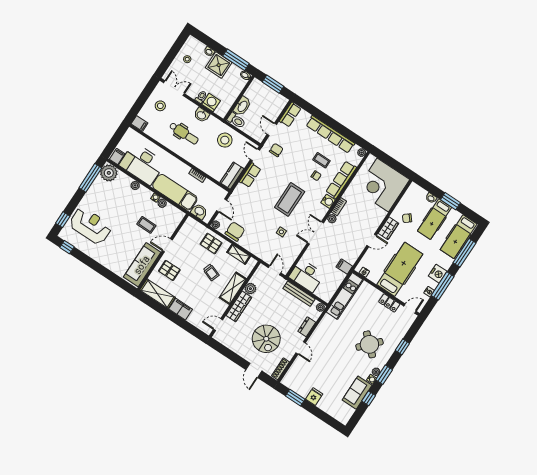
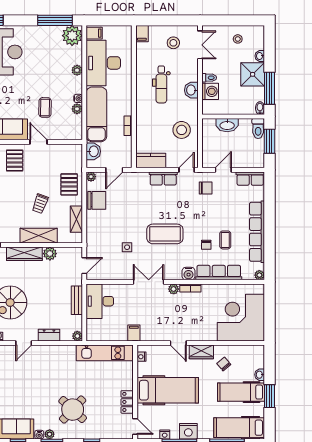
toilet: (236, 120) -> (258, 129), moved
bench: (299, 294) -> (77, 300), width x0.73

